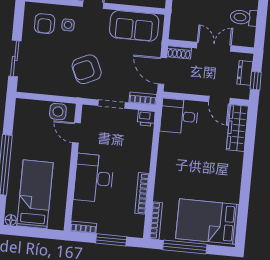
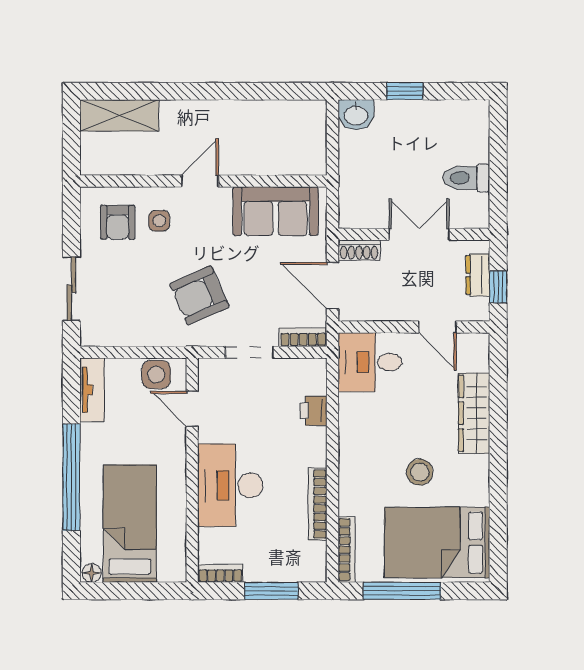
tv unit: (21, 117) -> (92, 390), added
printer: (146, 118) -> (314, 411), moved, turned 90
wardrobe: (237, 128) -> (474, 413), moved
stool: (201, 181) -> (420, 472), added

